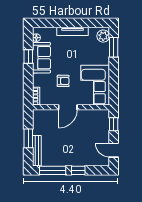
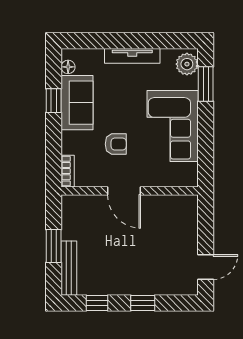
corner sofa: (95, 85) -> (173, 126), moved
door: (68, 107) -> (124, 191), hinge flipped
window: (114, 124) -> (206, 221), removed
door: (114, 150) -> (206, 267), swing flipped
window: (53, 170) -> (97, 303), width x0.46

